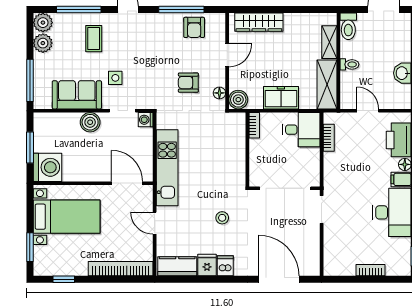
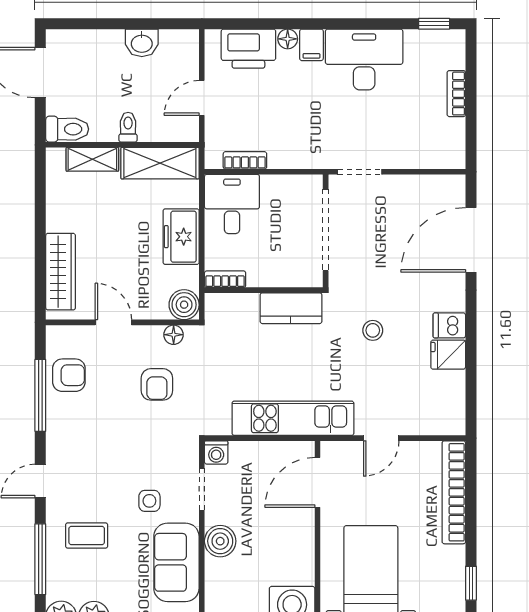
kitchen counter: (177, 266) -> (291, 308), moved, turned -90

